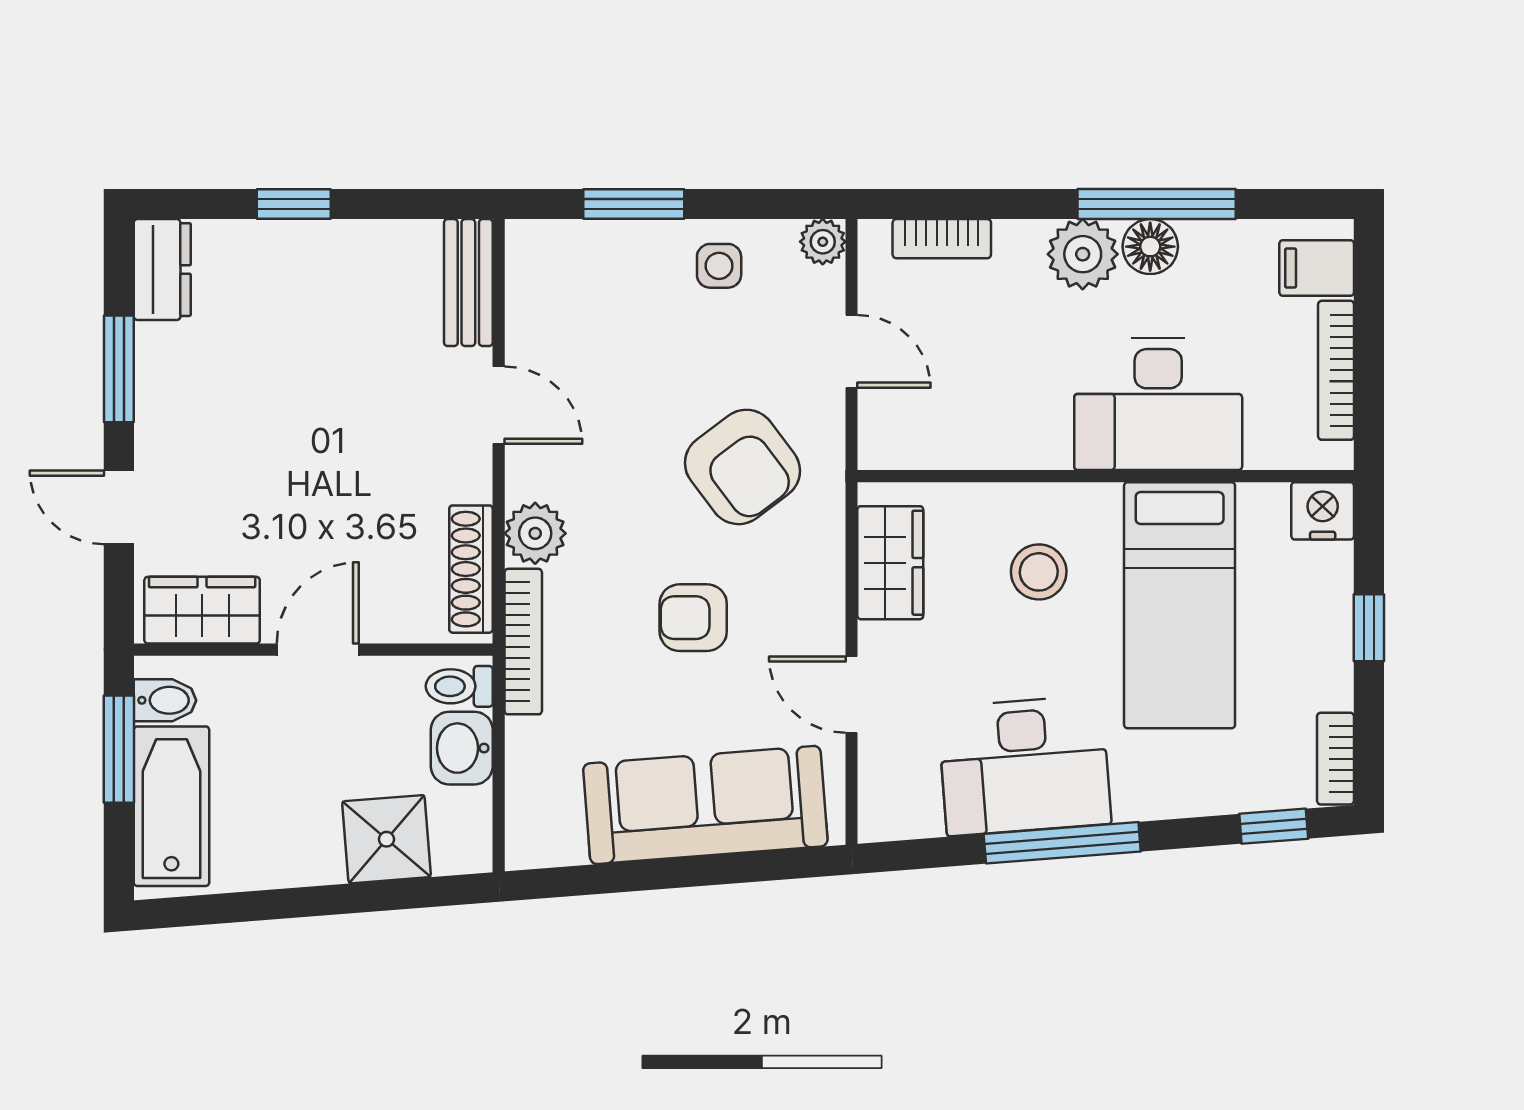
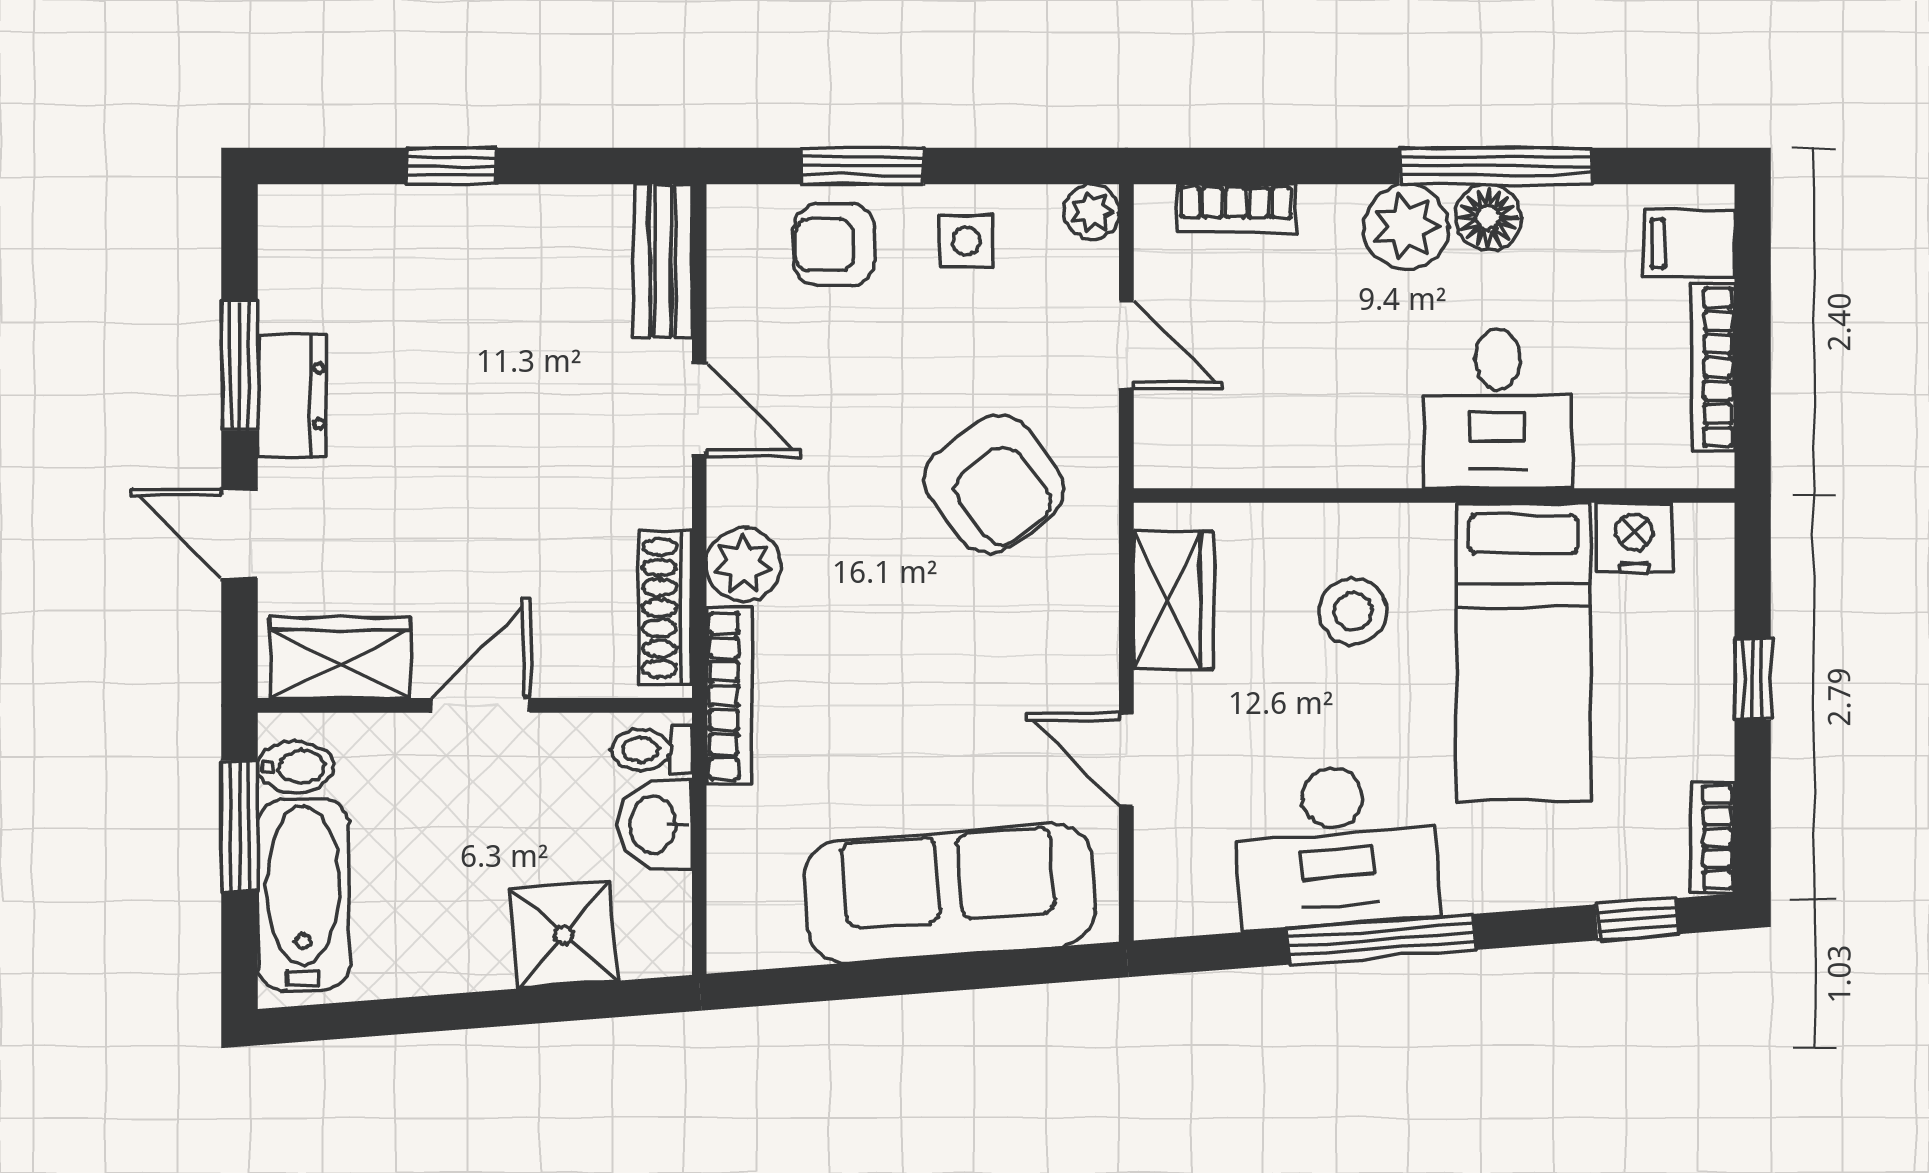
dresser: (162, 270) -> (292, 396), moved
desk: (1158, 404) -> (1498, 409), width x0.73
nightstand: (1323, 511) -> (1634, 538), moved
armchair: (693, 618) -> (834, 245), moved

